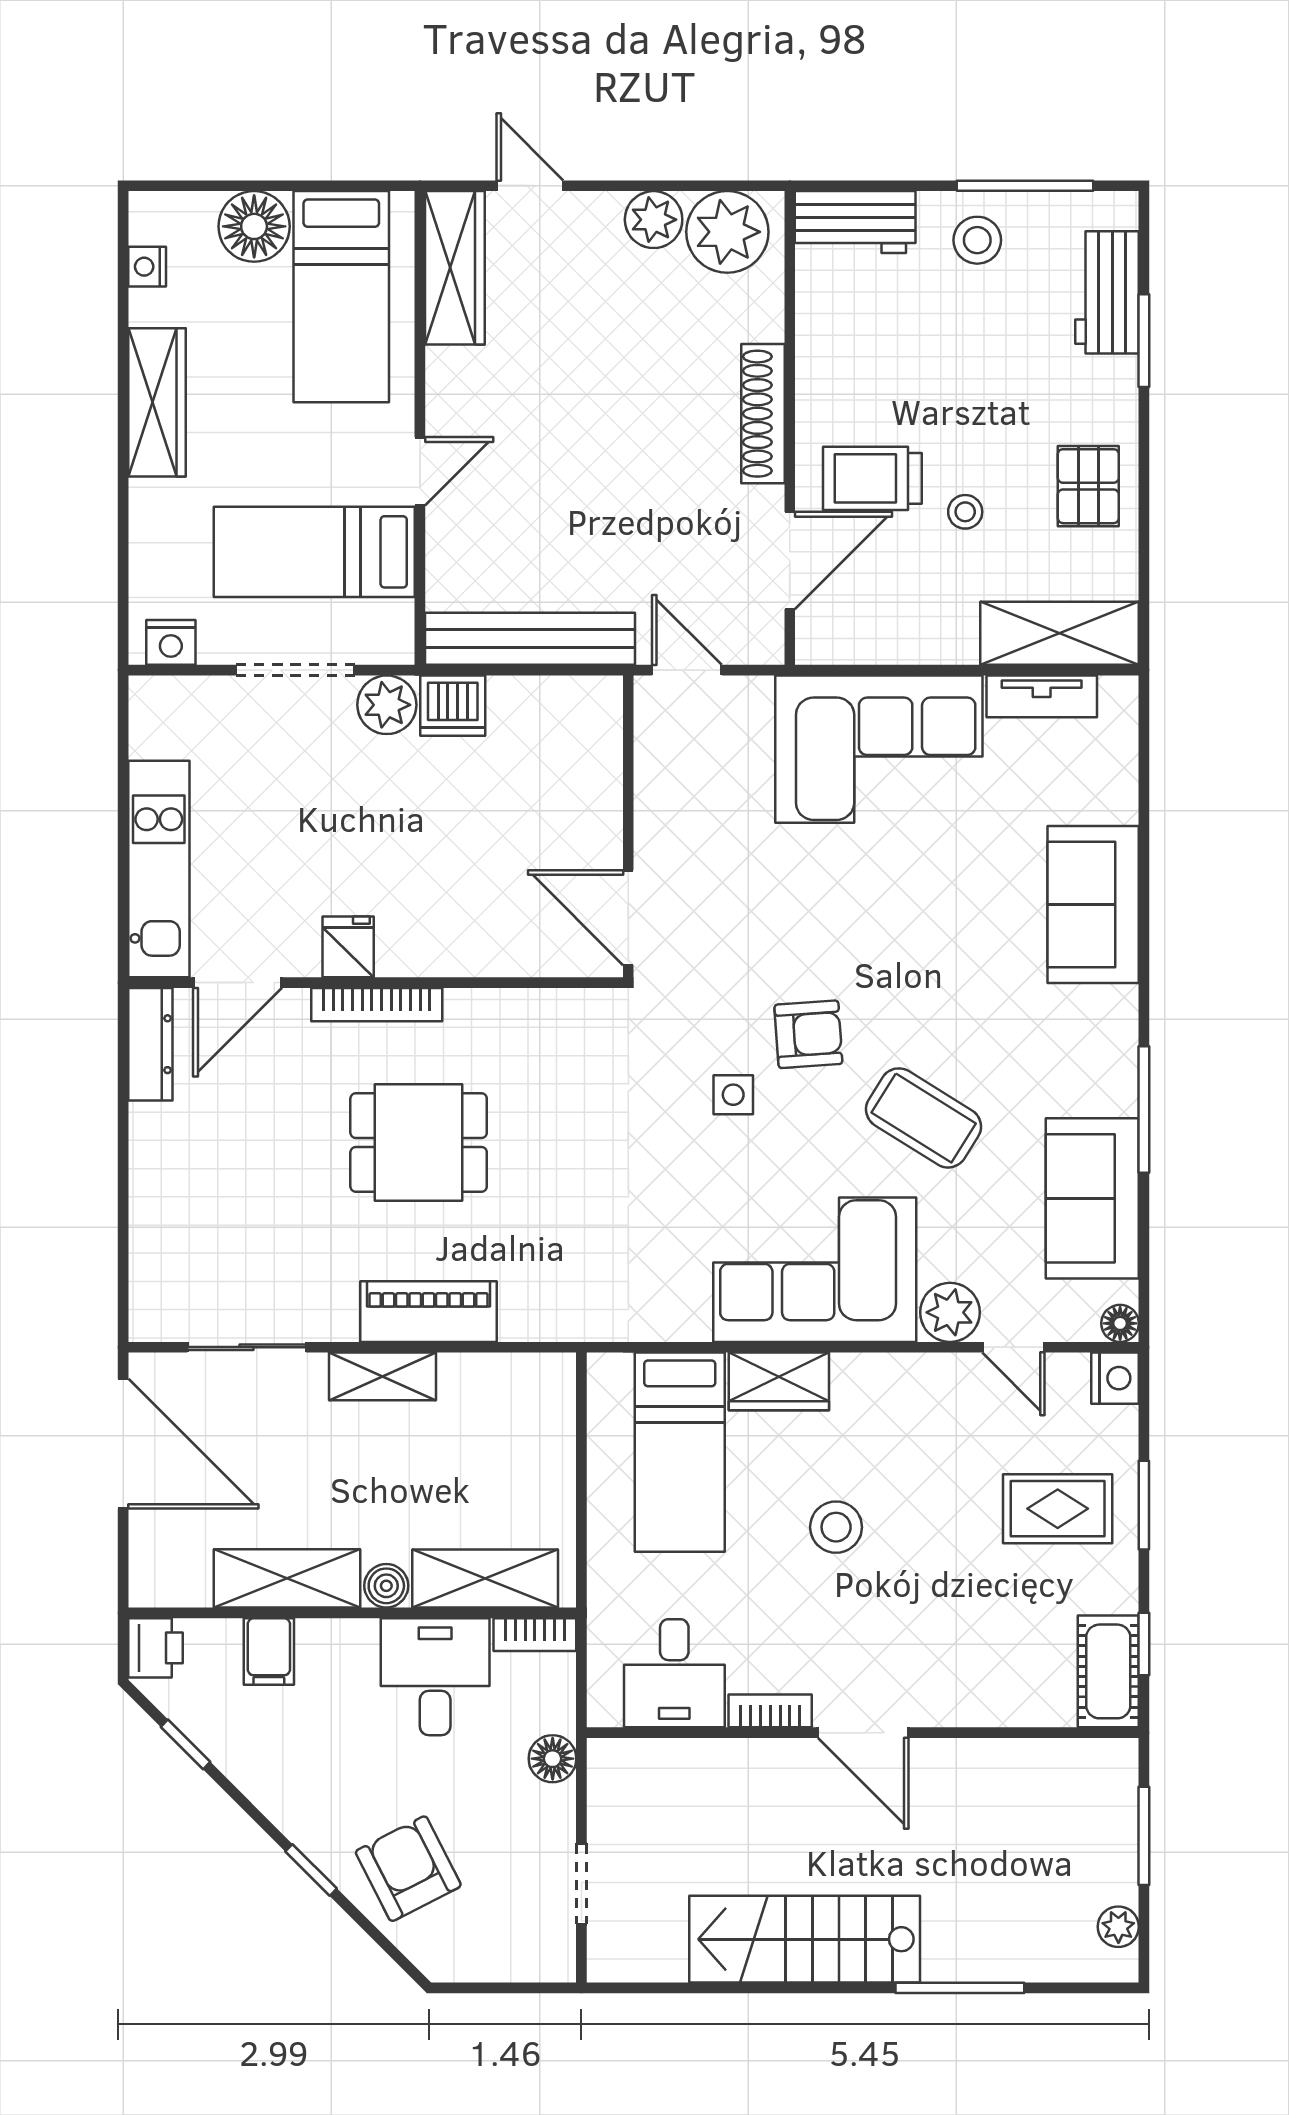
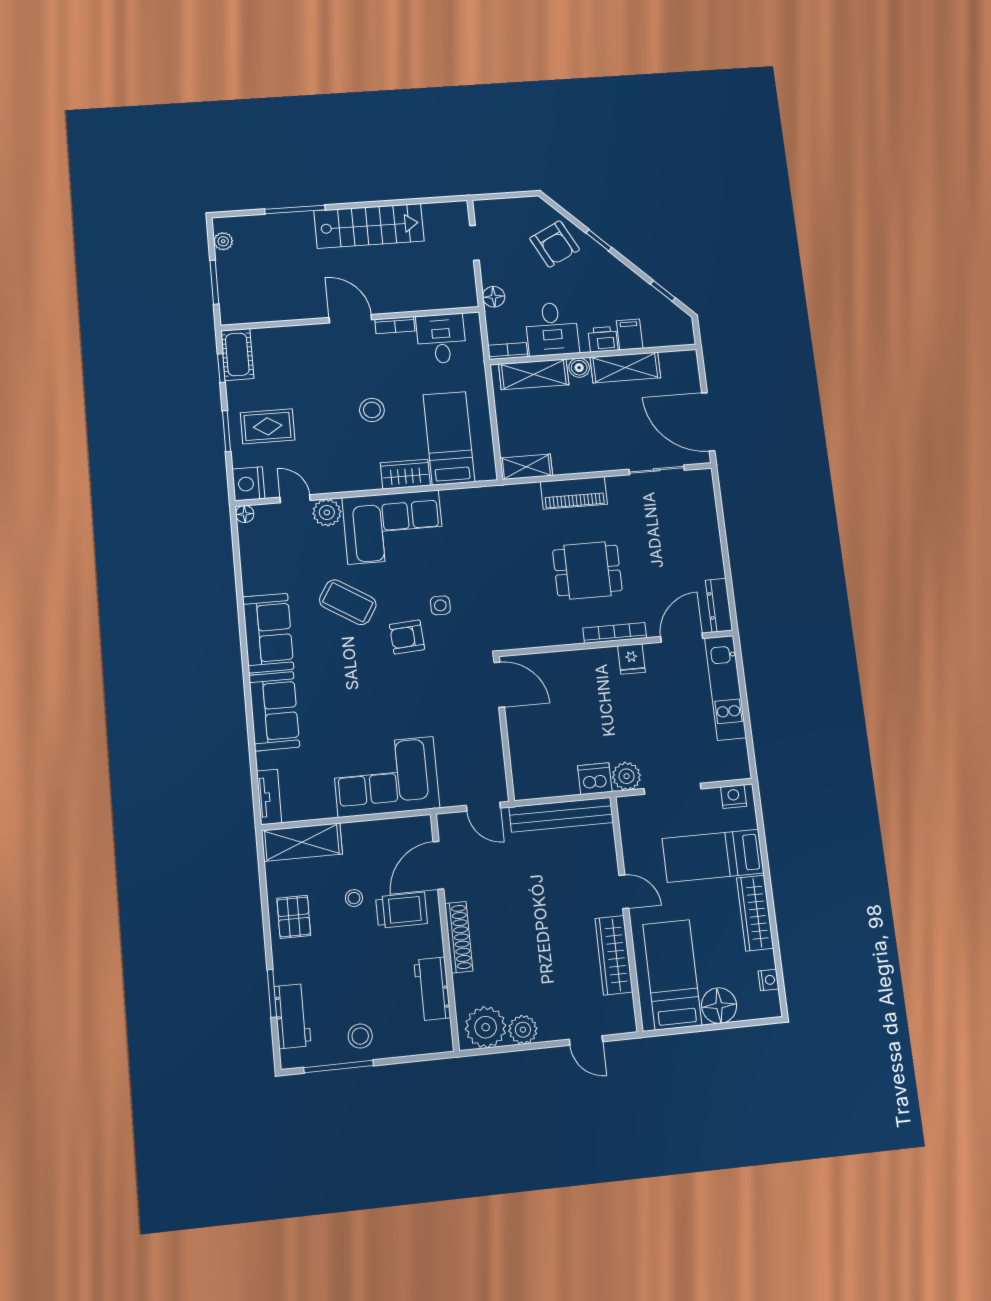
workbench: (855, 222) -> (432, 989), moved, turned -90
wardrobe: (455, 268) -> (614, 955), moved
door: (420, 471) -> (624, 892), swing flipped
bed: (314, 552) -> (713, 856), moved, turned 180
tv unit: (1042, 696) -> (269, 797), moved, turned 90
window: (1144, 1109) -> (241, 615), removed
sofa: (1092, 1198) -> (268, 633), moved
shelving: (383, 1376) -> (526, 467), moved
nightstand: (1115, 1378) -> (248, 484), width x1.36, depth x1.33
printer: (155, 1648) -> (603, 339), moved, turned 90

